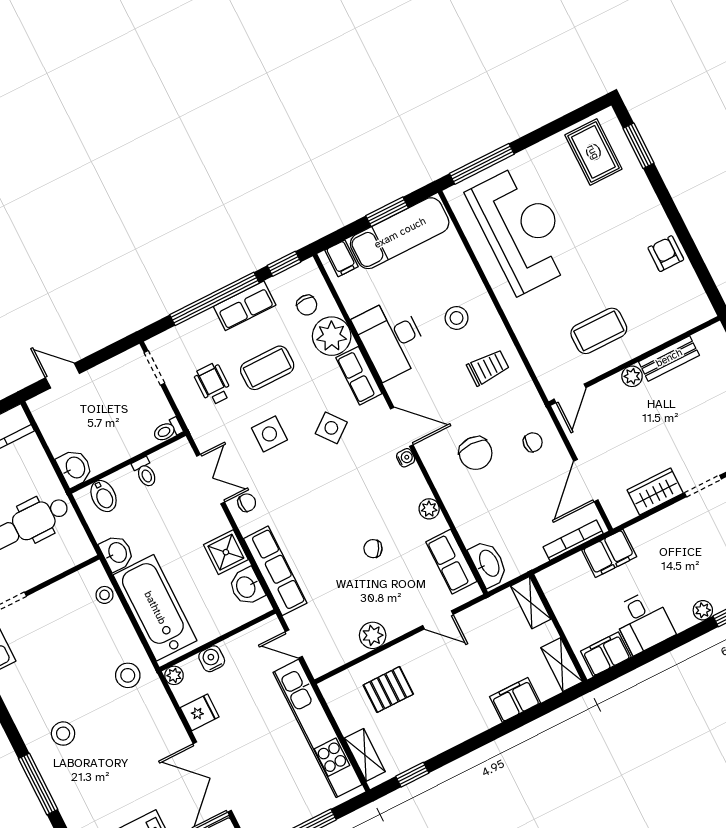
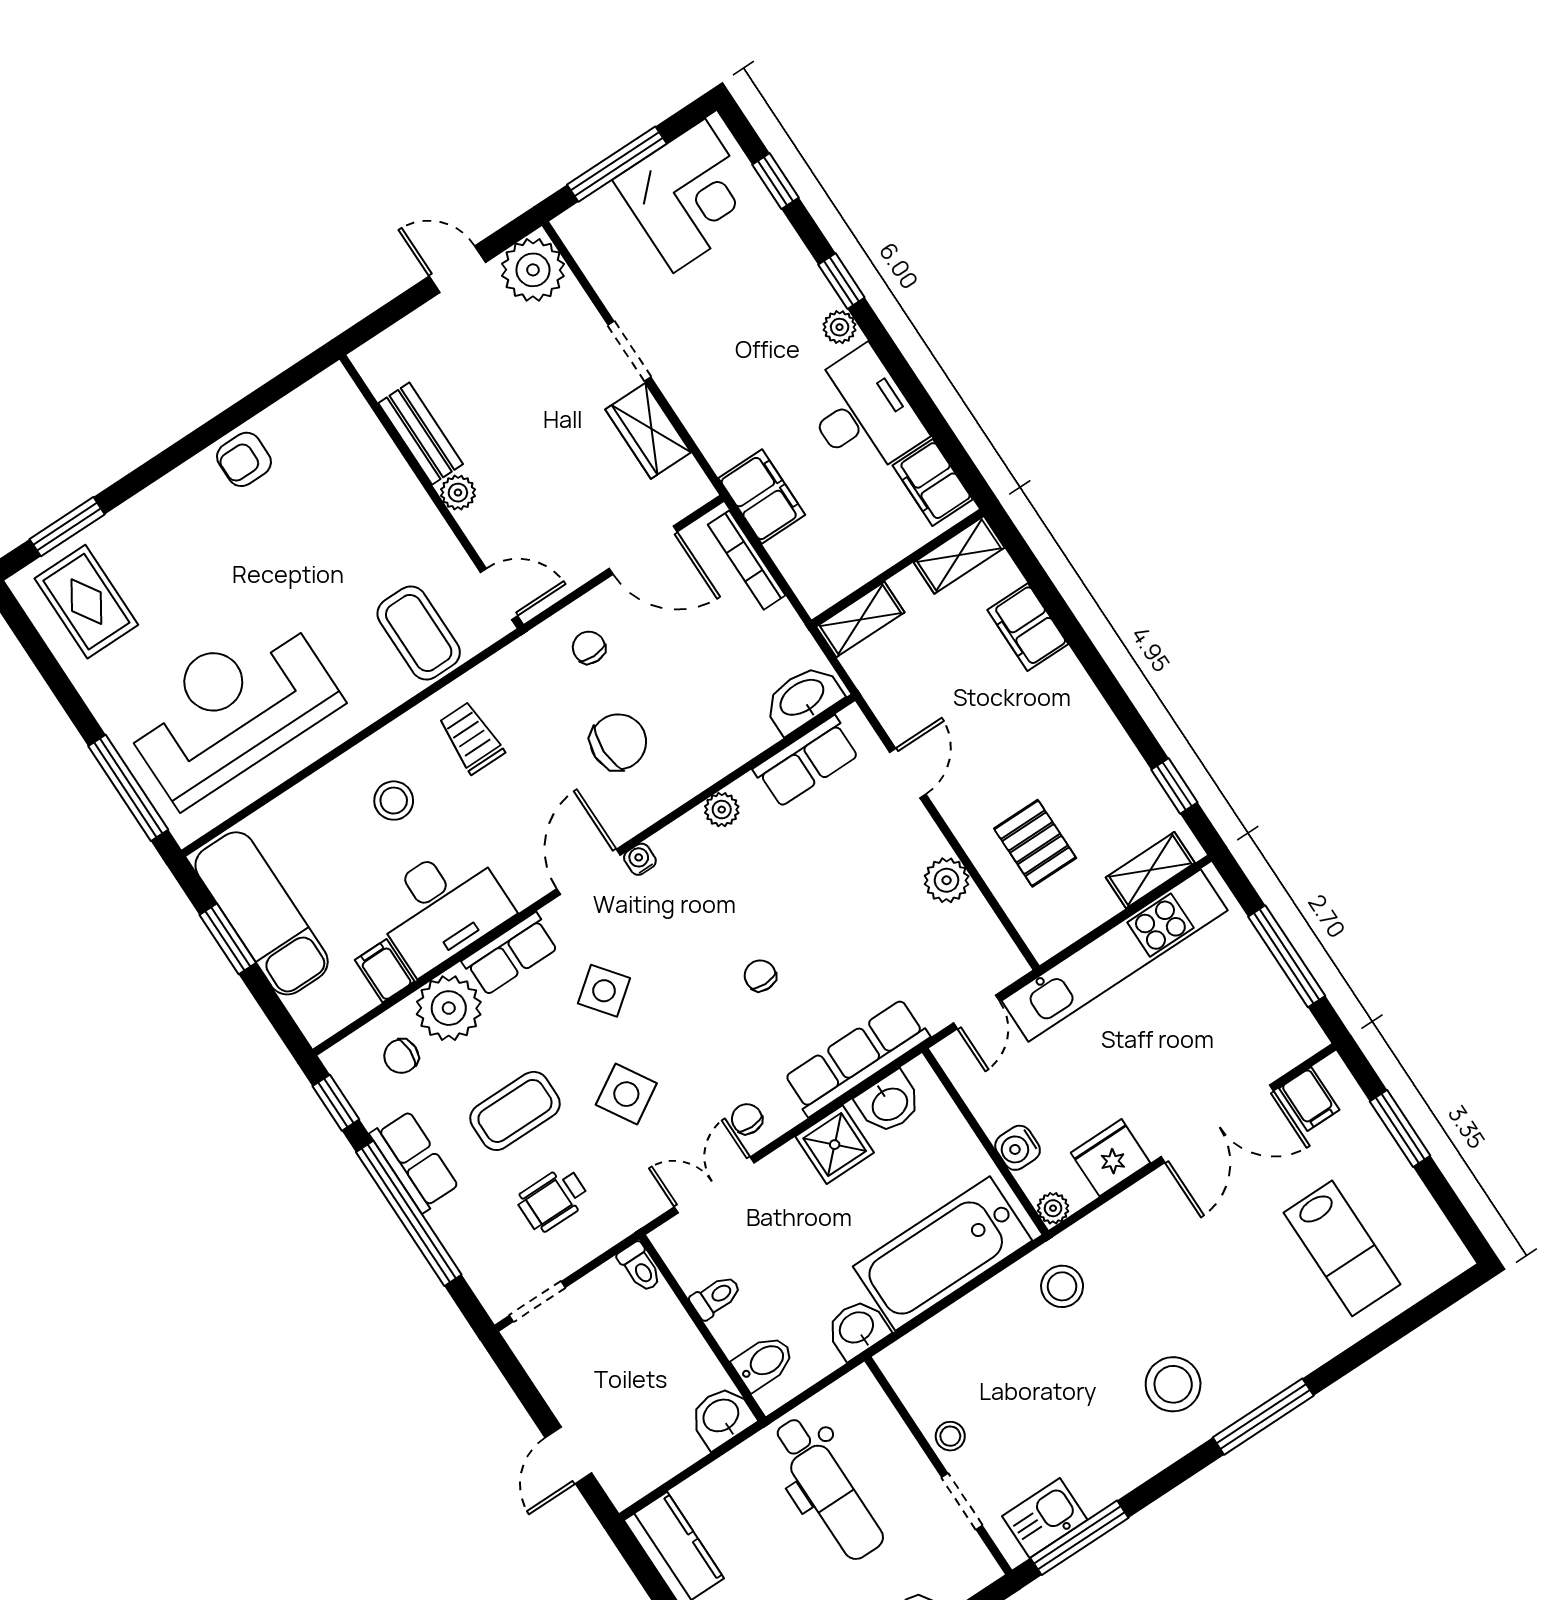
rug: (593, 152) -> (86, 602), turned 90
filing cabinet: (342, 258) -> (385, 971), moved, turned -90
chair: (307, 305) -> (401, 1056), turned 180
coffee table: (599, 331) -> (419, 633), moved
coffee table: (267, 368) -> (515, 1111), turned 90
side table: (269, 434) -> (626, 1094), turned -31
chair: (373, 549) -> (760, 976), moved, turned 150
stool: (104, 595) -> (950, 1436), moved
desk: (643, 622) -> (862, 413), width x1.37
fridge: (200, 712) -> (1111, 1158), width x1.38
stool: (63, 734) -> (1173, 1384), width x1.38, depth x1.38

